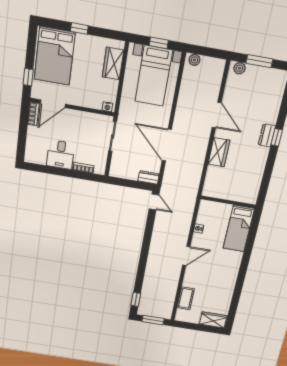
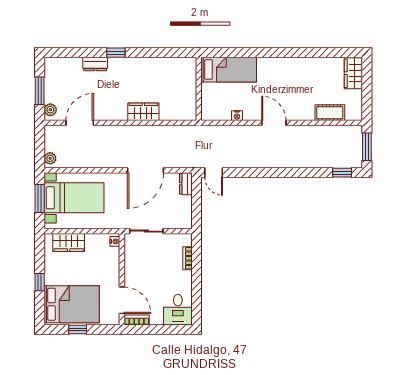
window: (159, 43) -> (40, 199), width x1.50
window: (28, 77) -> (78, 330), moved
door: (217, 115) -> (80, 123), moved
dresser: (267, 135) -> (95, 64), moved
desk: (61, 155) -> (178, 310), moved, turned 90
door: (154, 202) -> (214, 173), swing flipped

